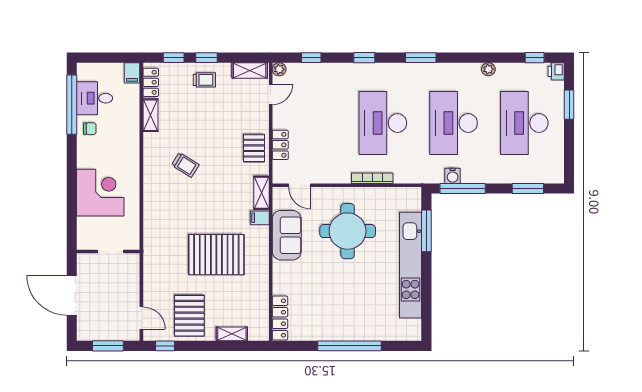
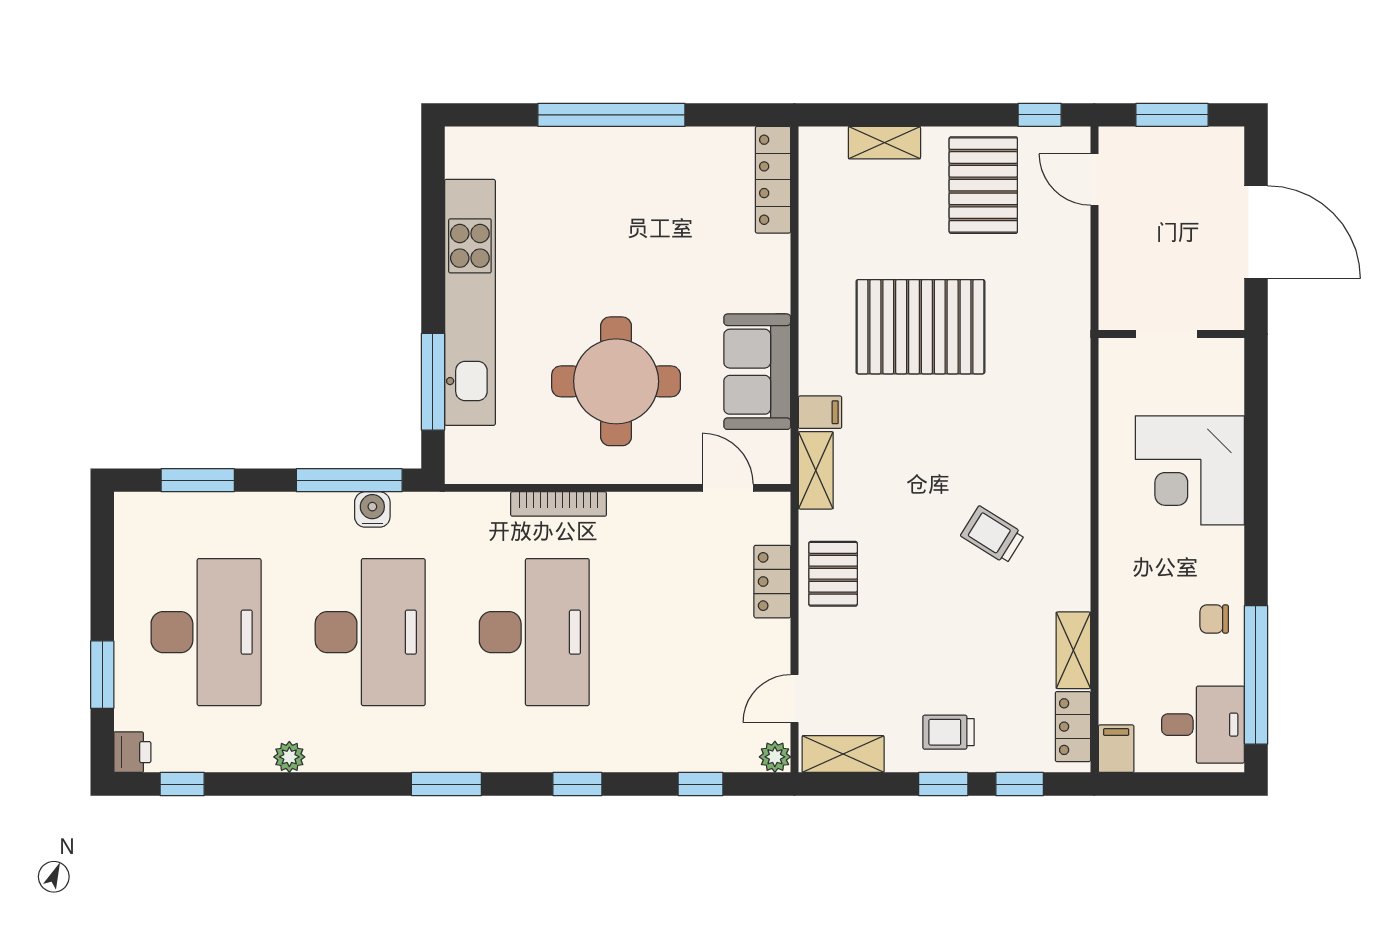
desk: (95, 98) -> (1203, 725), moved

